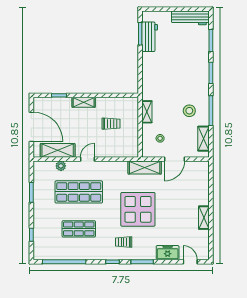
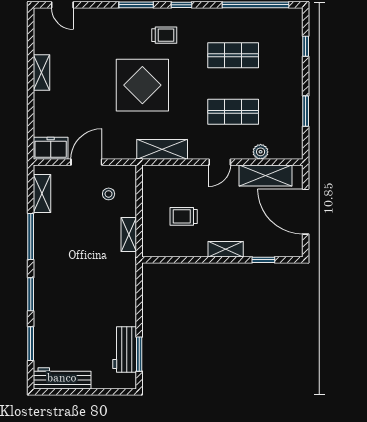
stool: (189, 111) -> (64, 236), removed
shelving: (145, 167) -> (162, 149), moved
shop shelf: (79, 192) -> (233, 112), width x0.70, depth x0.74
freezer: (168, 253) -> (51, 148), moved, turned 180

